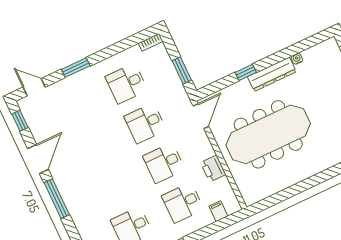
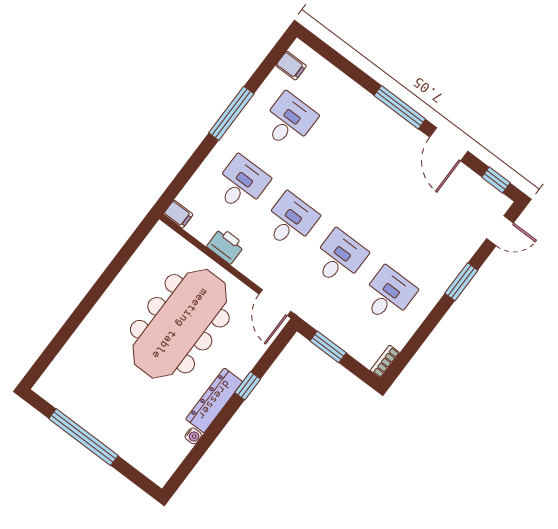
filing cabinet: (218, 211) -> (178, 214), moved

